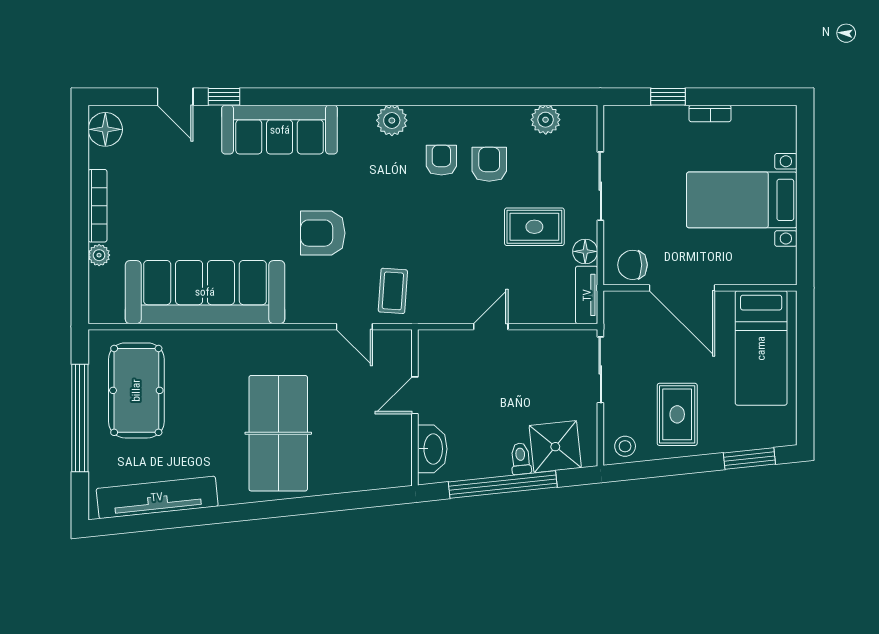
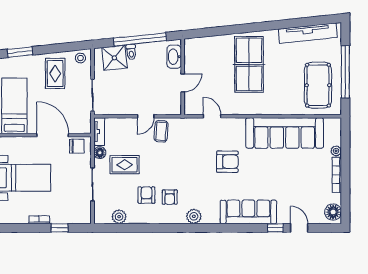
armchair: (489, 164) -> (146, 195), turned 180
coffee table: (393, 291) -> (161, 131), moved

